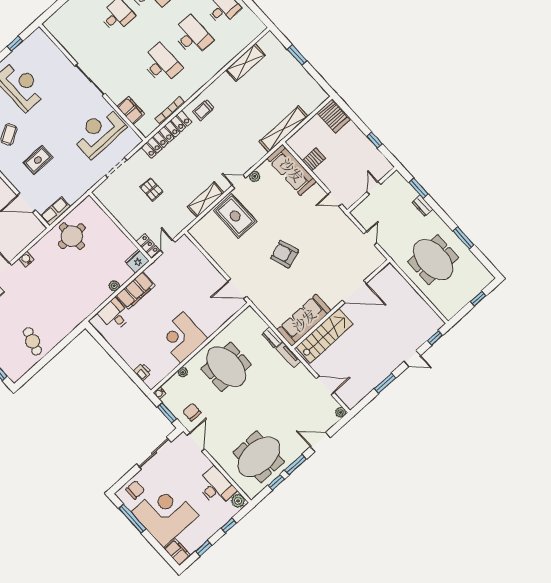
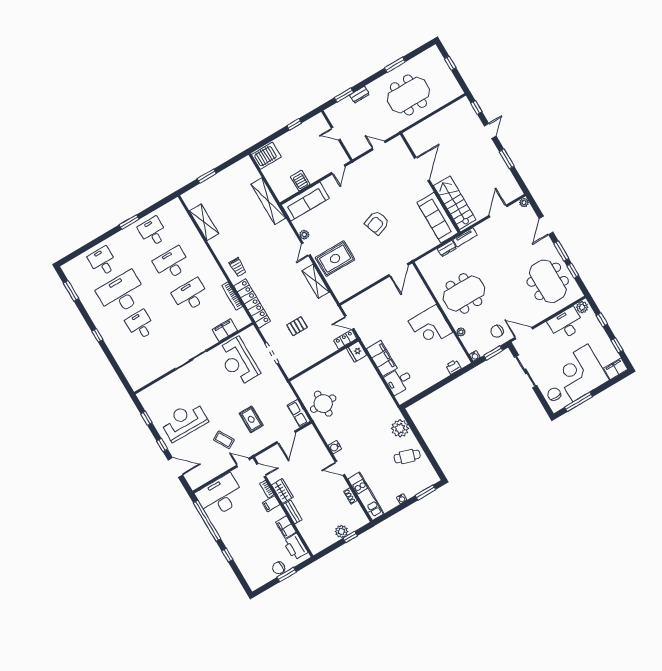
plant: (114, 286) -> (400, 428), moved, width x1.88, depth x1.88

